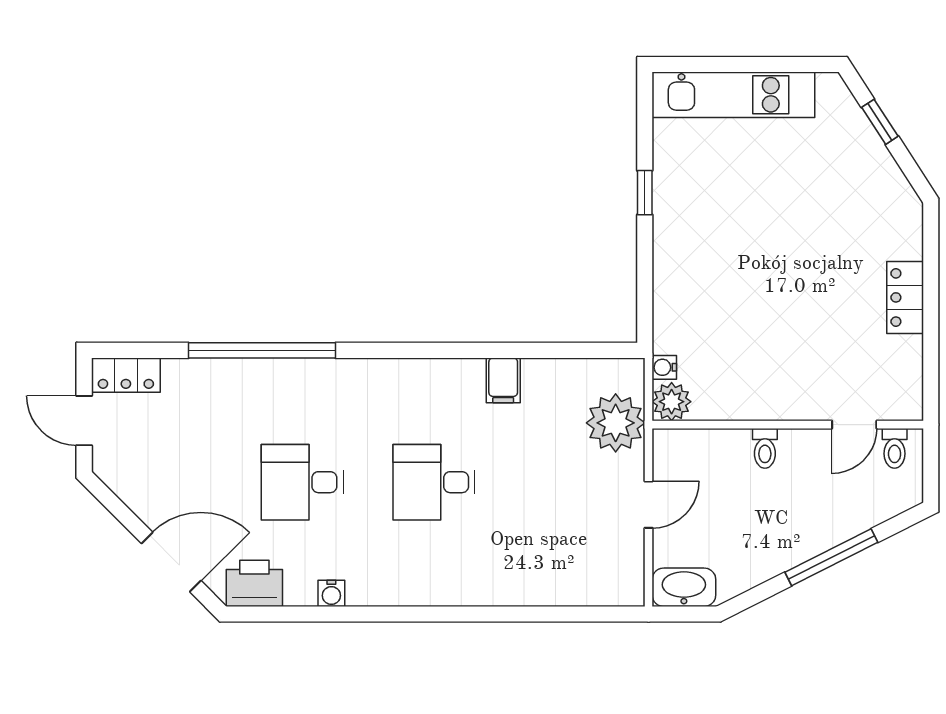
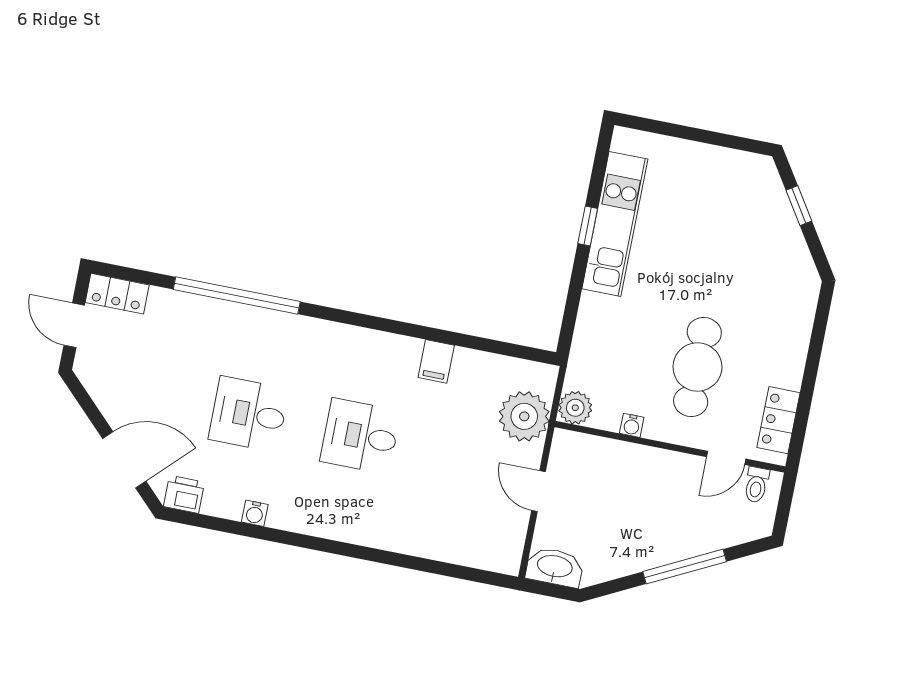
kitchen unit: (733, 95) -> (615, 224), moved, turned -90
locker: (905, 297) -> (778, 420), moved
cafe table: (801, 328) -> (697, 367), added
water cooler: (664, 367) -> (632, 425), moved, turned -90
toilet: (765, 448) -> (647, 463), removed
door: (649, 505) -> (538, 491), swing flipped
printer: (254, 583) -> (184, 494), width x0.73, depth x0.81

